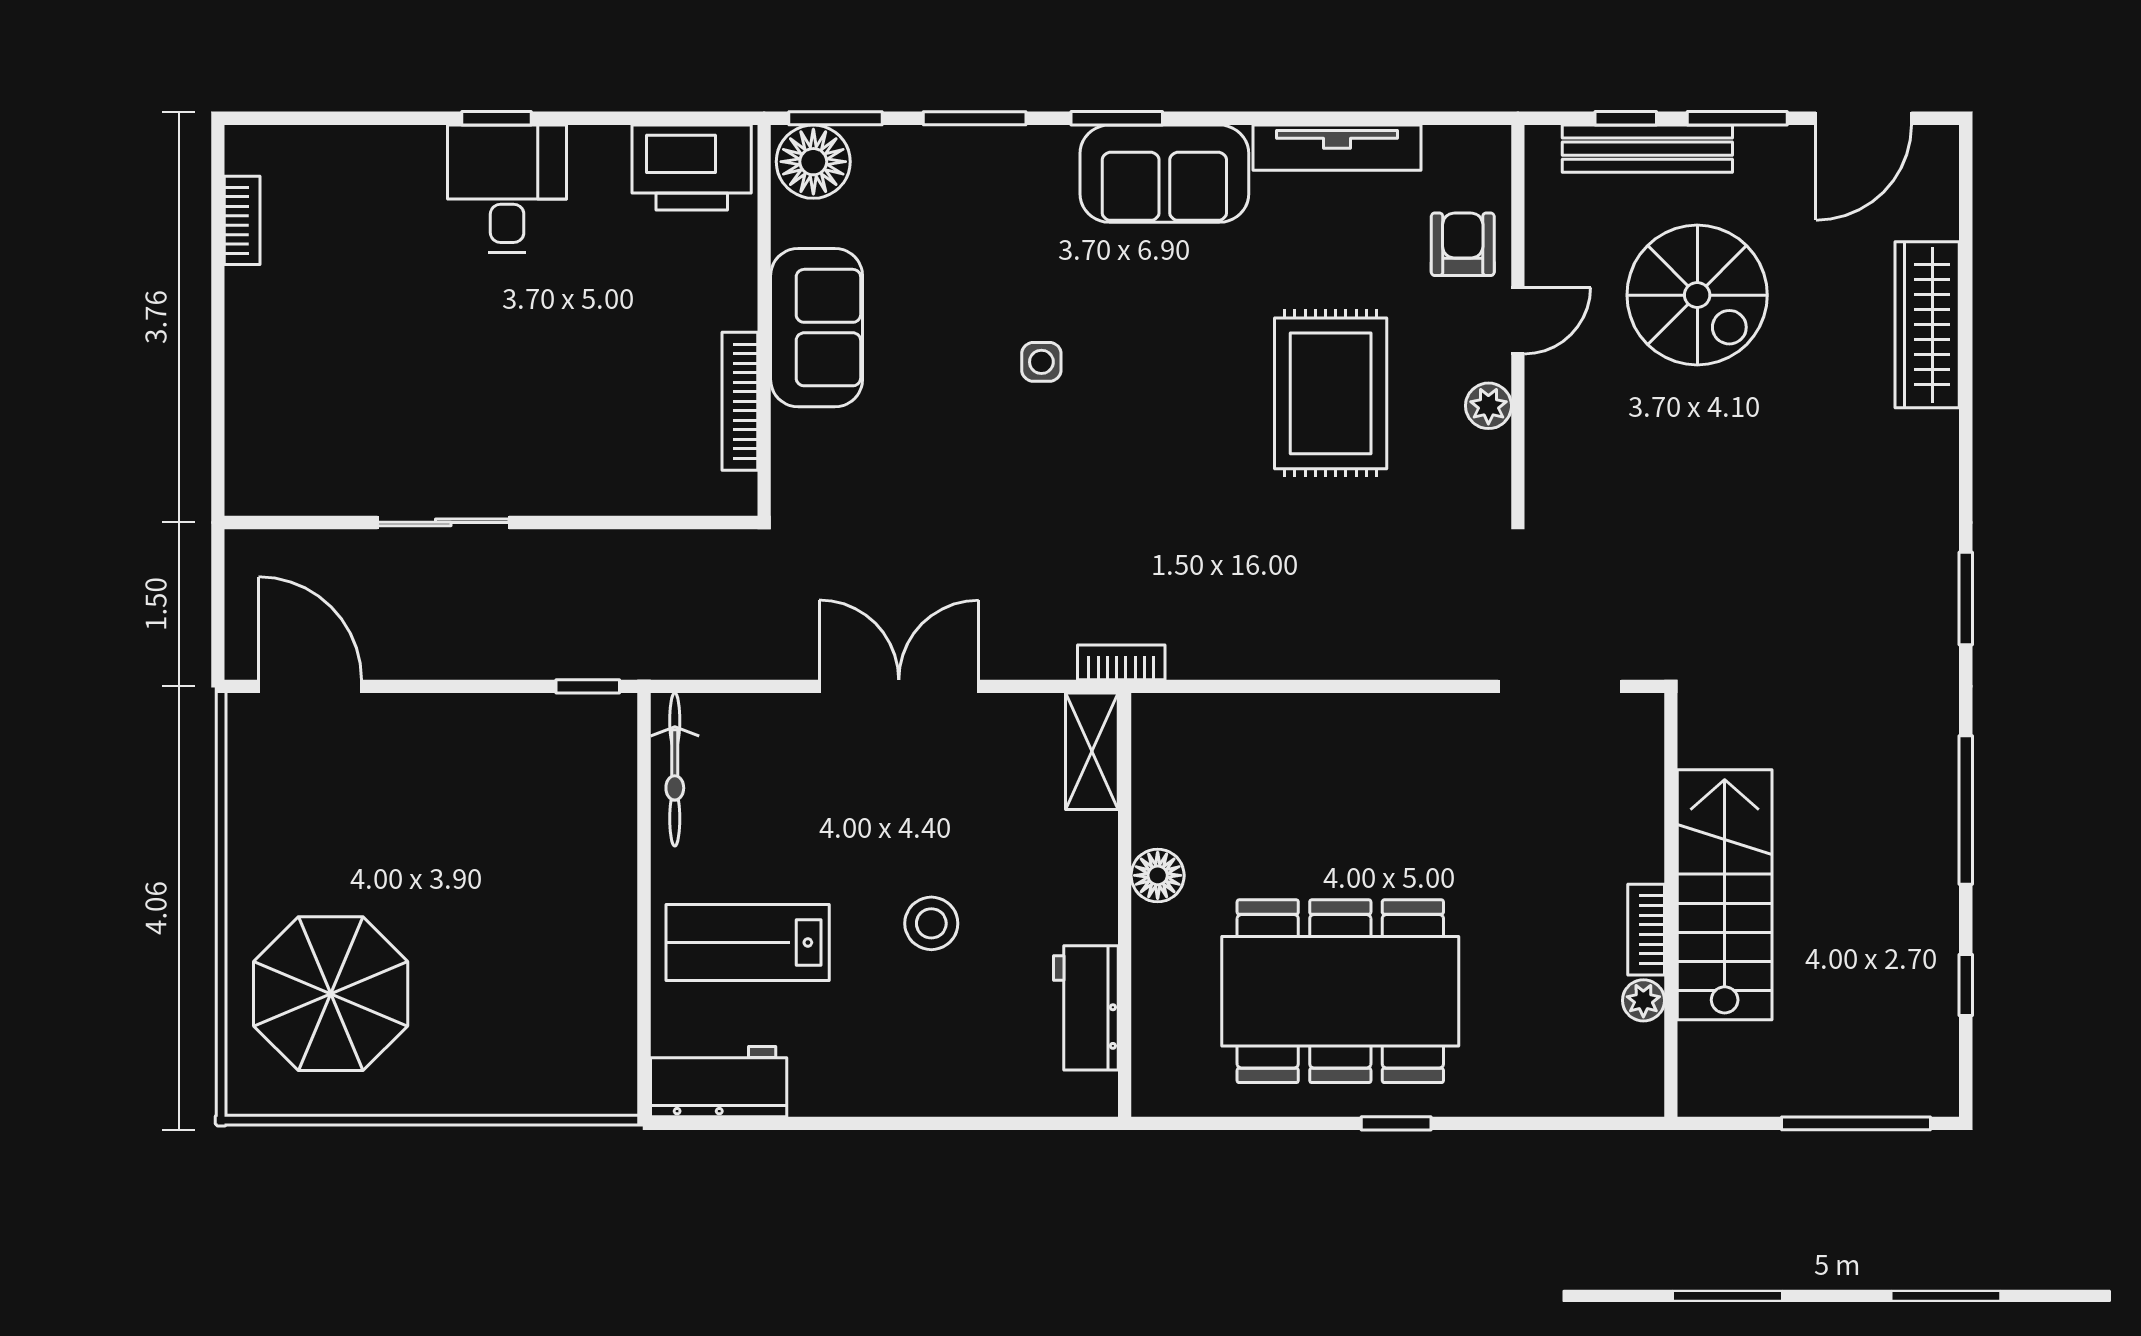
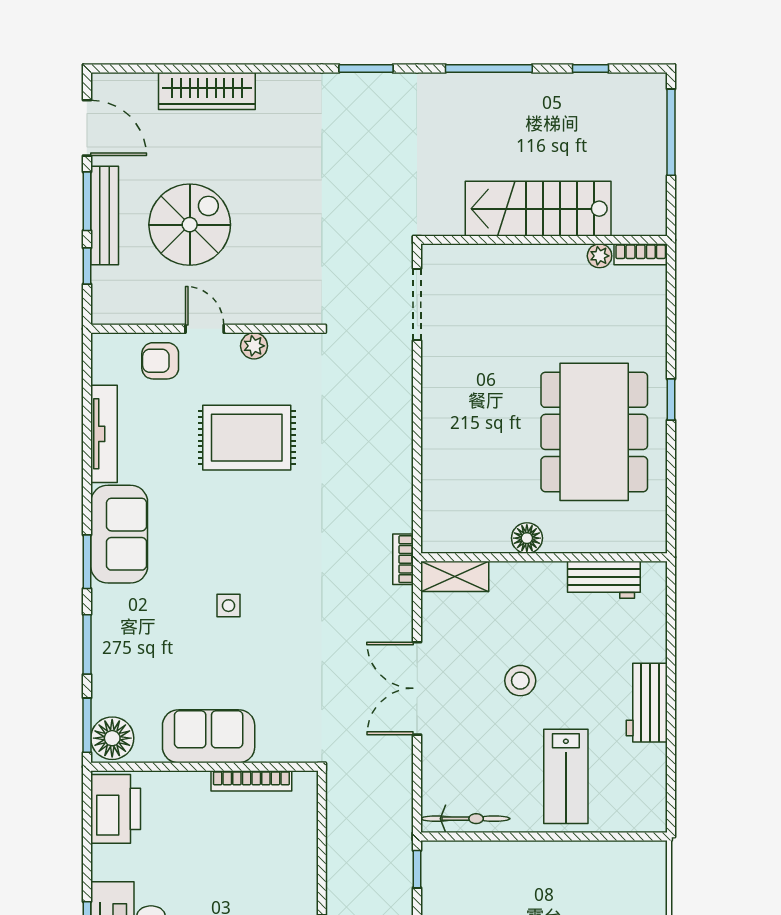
bench: (1647, 149) -> (105, 215), moved
stool: (931, 923) -> (520, 681), moved
bookcase: (1646, 930) -> (641, 254), moved
workbench: (719, 1082) -> (647, 703), moved

